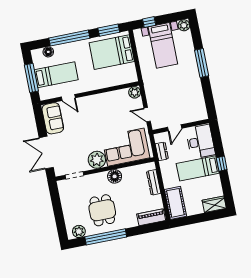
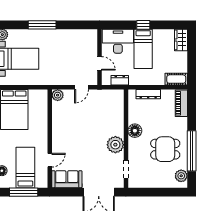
corner sofa: (126, 147) -> (109, 114), removed
cot: (175, 203) -> (176, 79), width x0.73, depth x0.75

